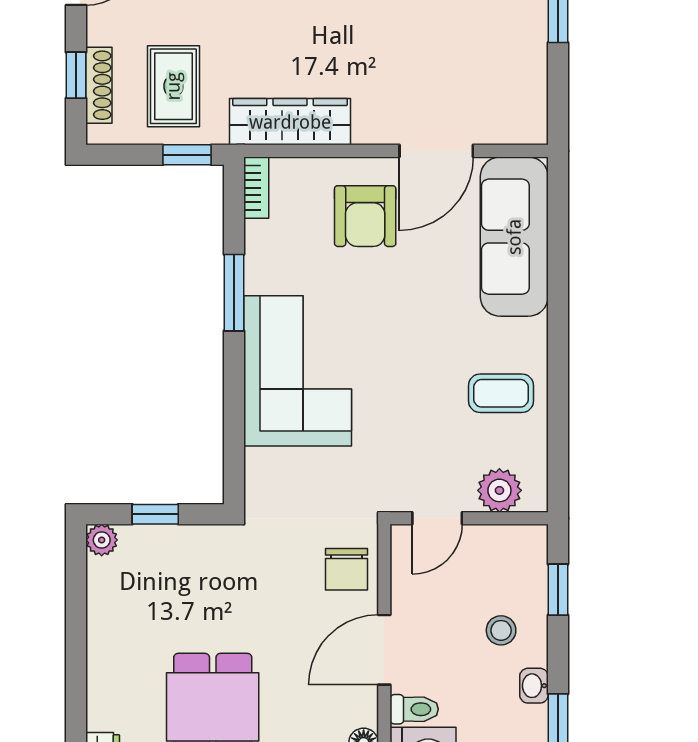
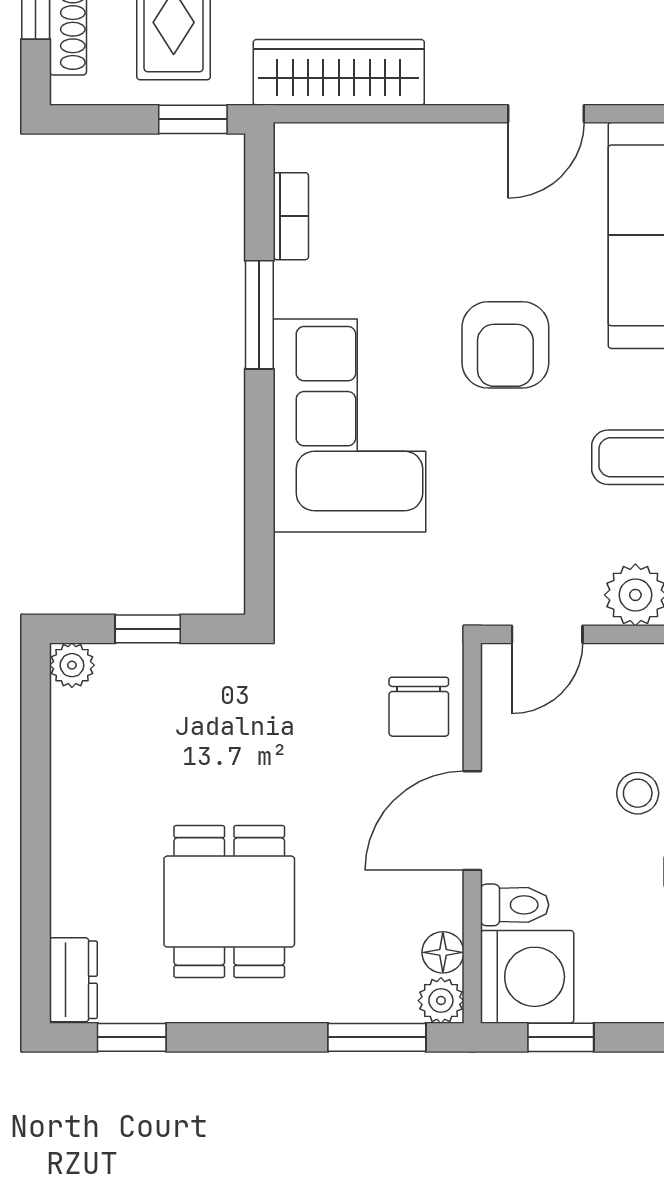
door: (436, 151) -> (546, 114), width x0.73
bookcase: (256, 188) -> (291, 216), moved
armchair: (365, 216) -> (505, 345), moved

